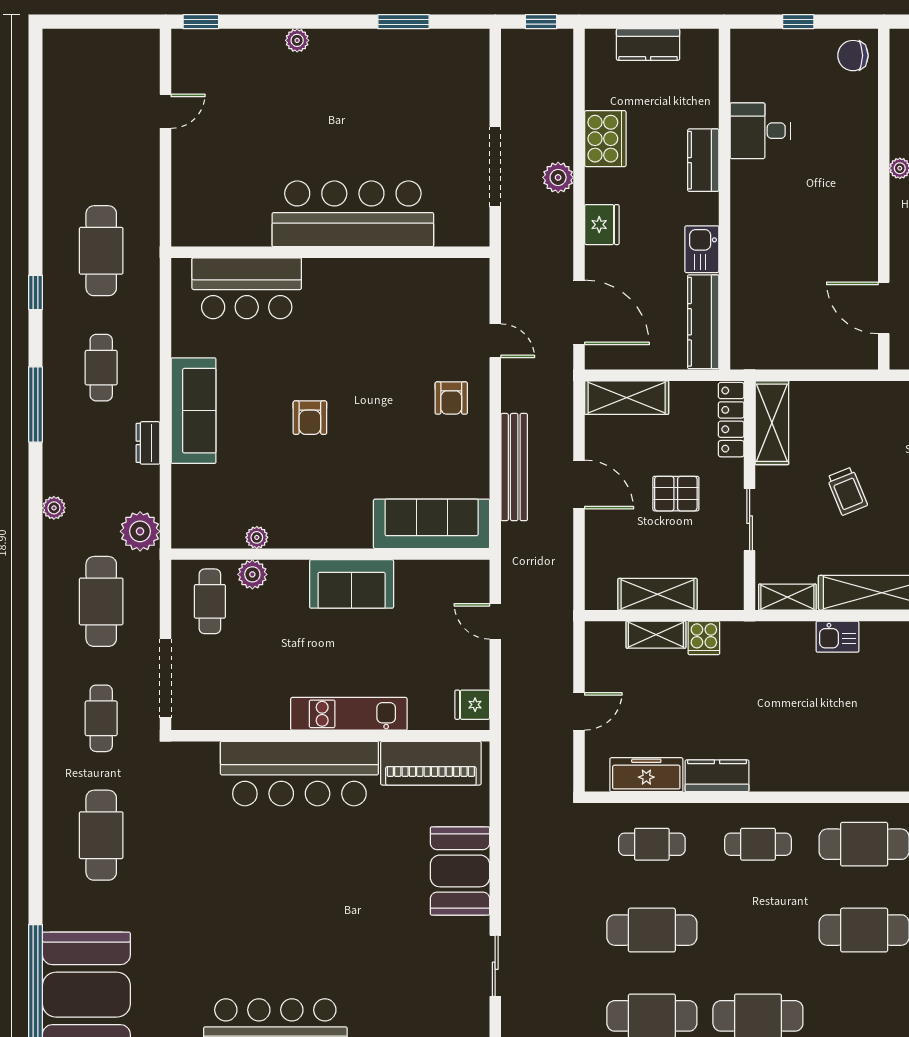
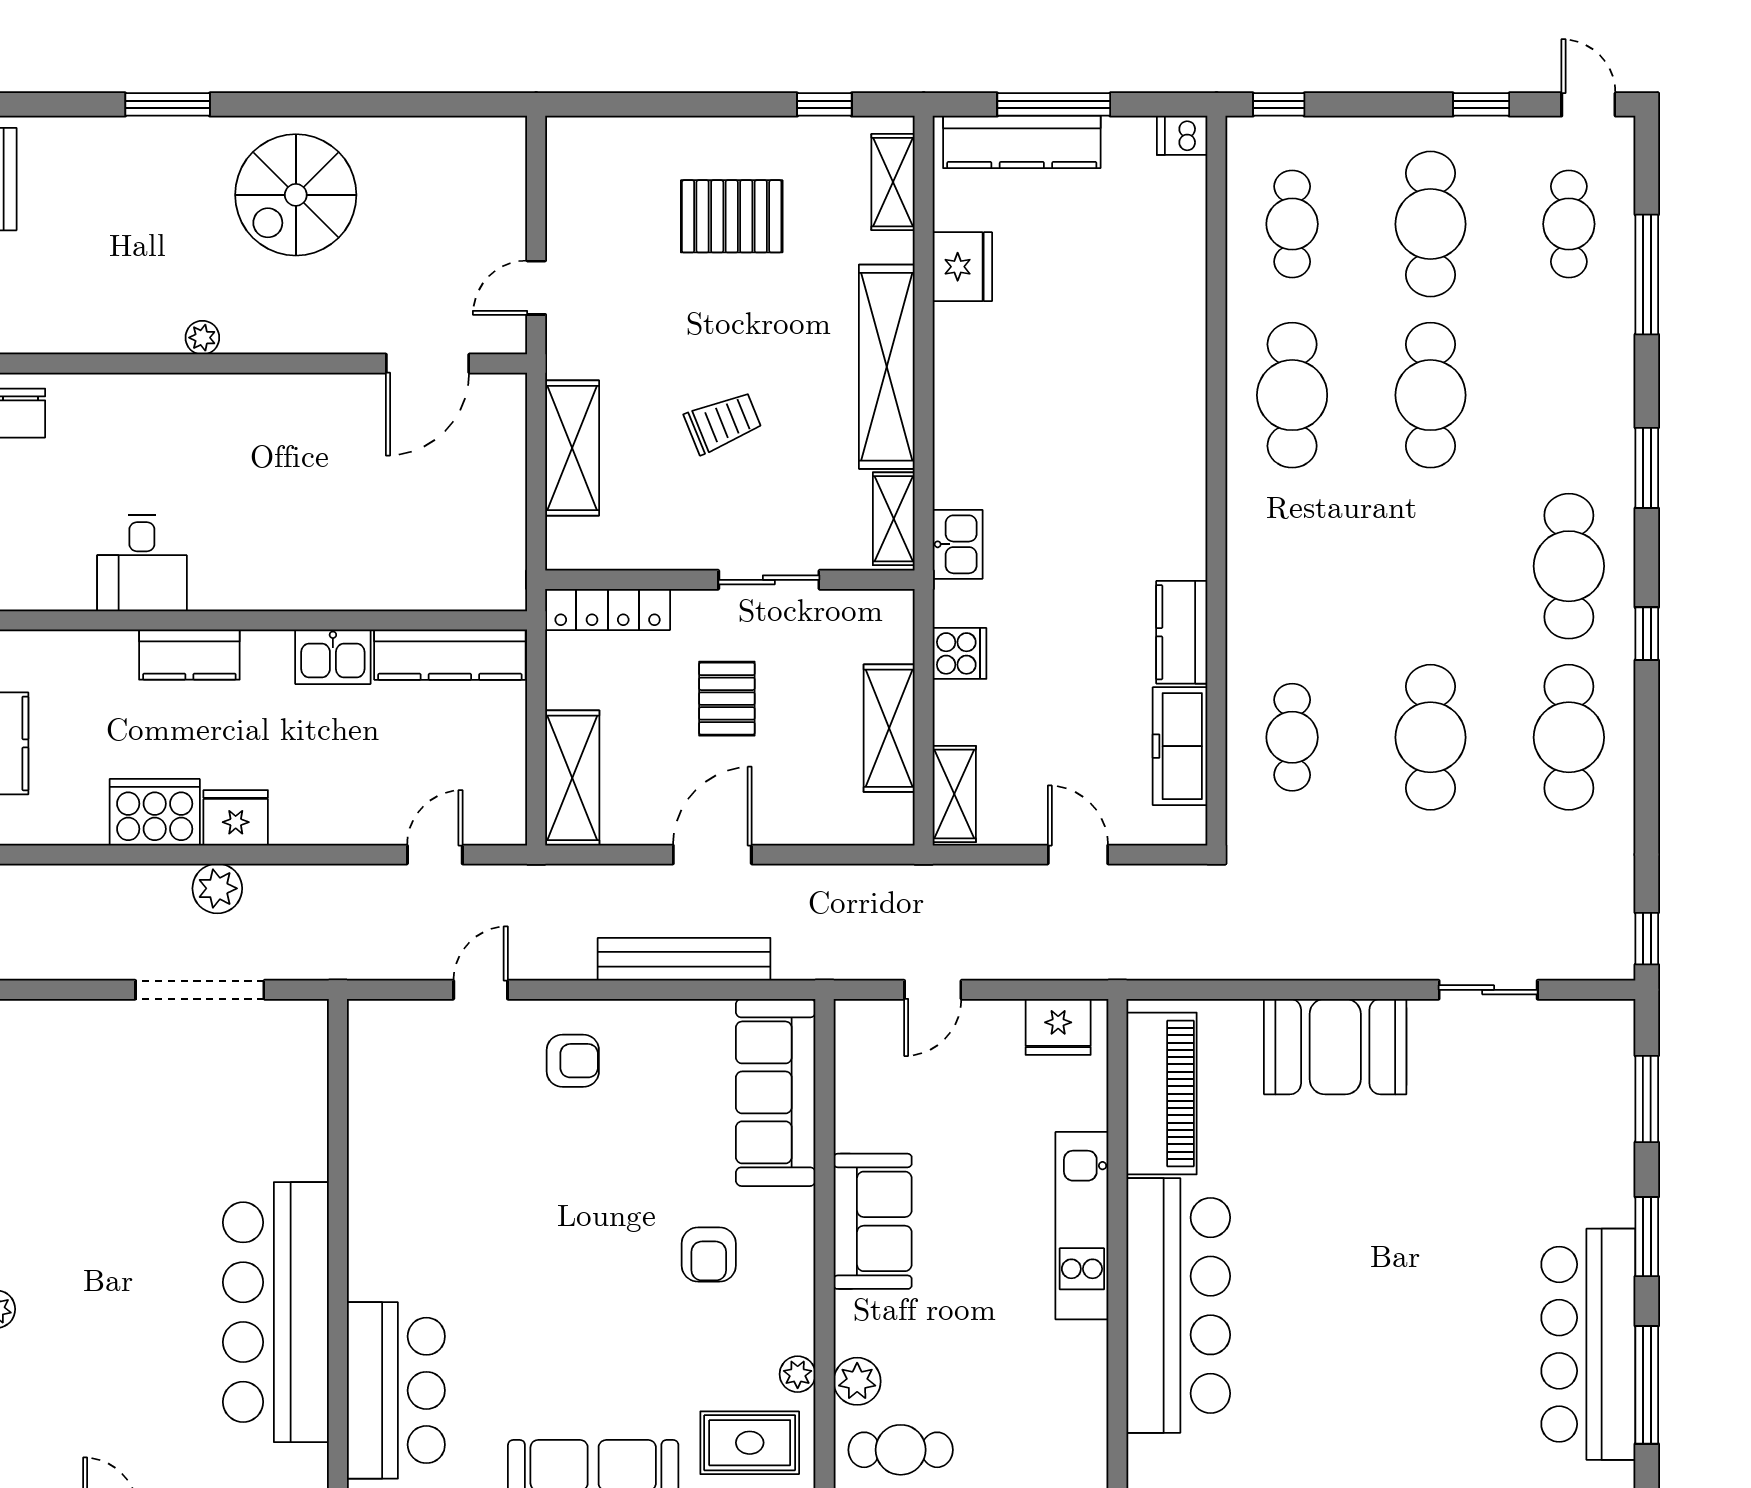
bar counter: (353, 214) -> (276, 1312), moved
fridge: (602, 225) -> (236, 818), moved
door: (579, 312) -> (435, 855), width x0.53
armchair: (310, 418) -> (709, 1254), moved, turned 90
shelving: (772, 423) -> (572, 448), moved, turned 90
rug: (214, 508) -> (750, 1443), added
shelving: (656, 635) -> (954, 794), moved
kitchen sink: (837, 637) -> (958, 544), moved
fridge: (472, 705) -> (1058, 1027), width x1.38
cafe table: (758, 844) -> (1292, 566), removed

